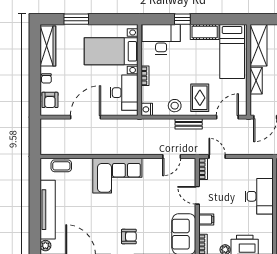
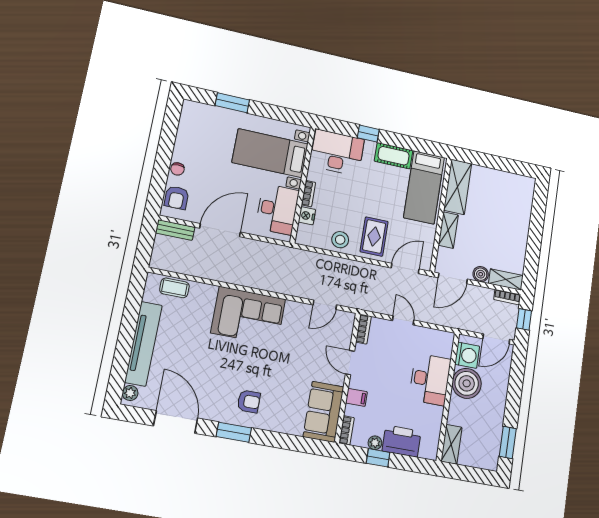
wardrobe: (48, 46) -> (188, 128), removed
nightstand: (147, 109) -> (307, 216), moved
bench: (189, 124) -> (175, 230), moved
door: (217, 157) -> (403, 320), moved

